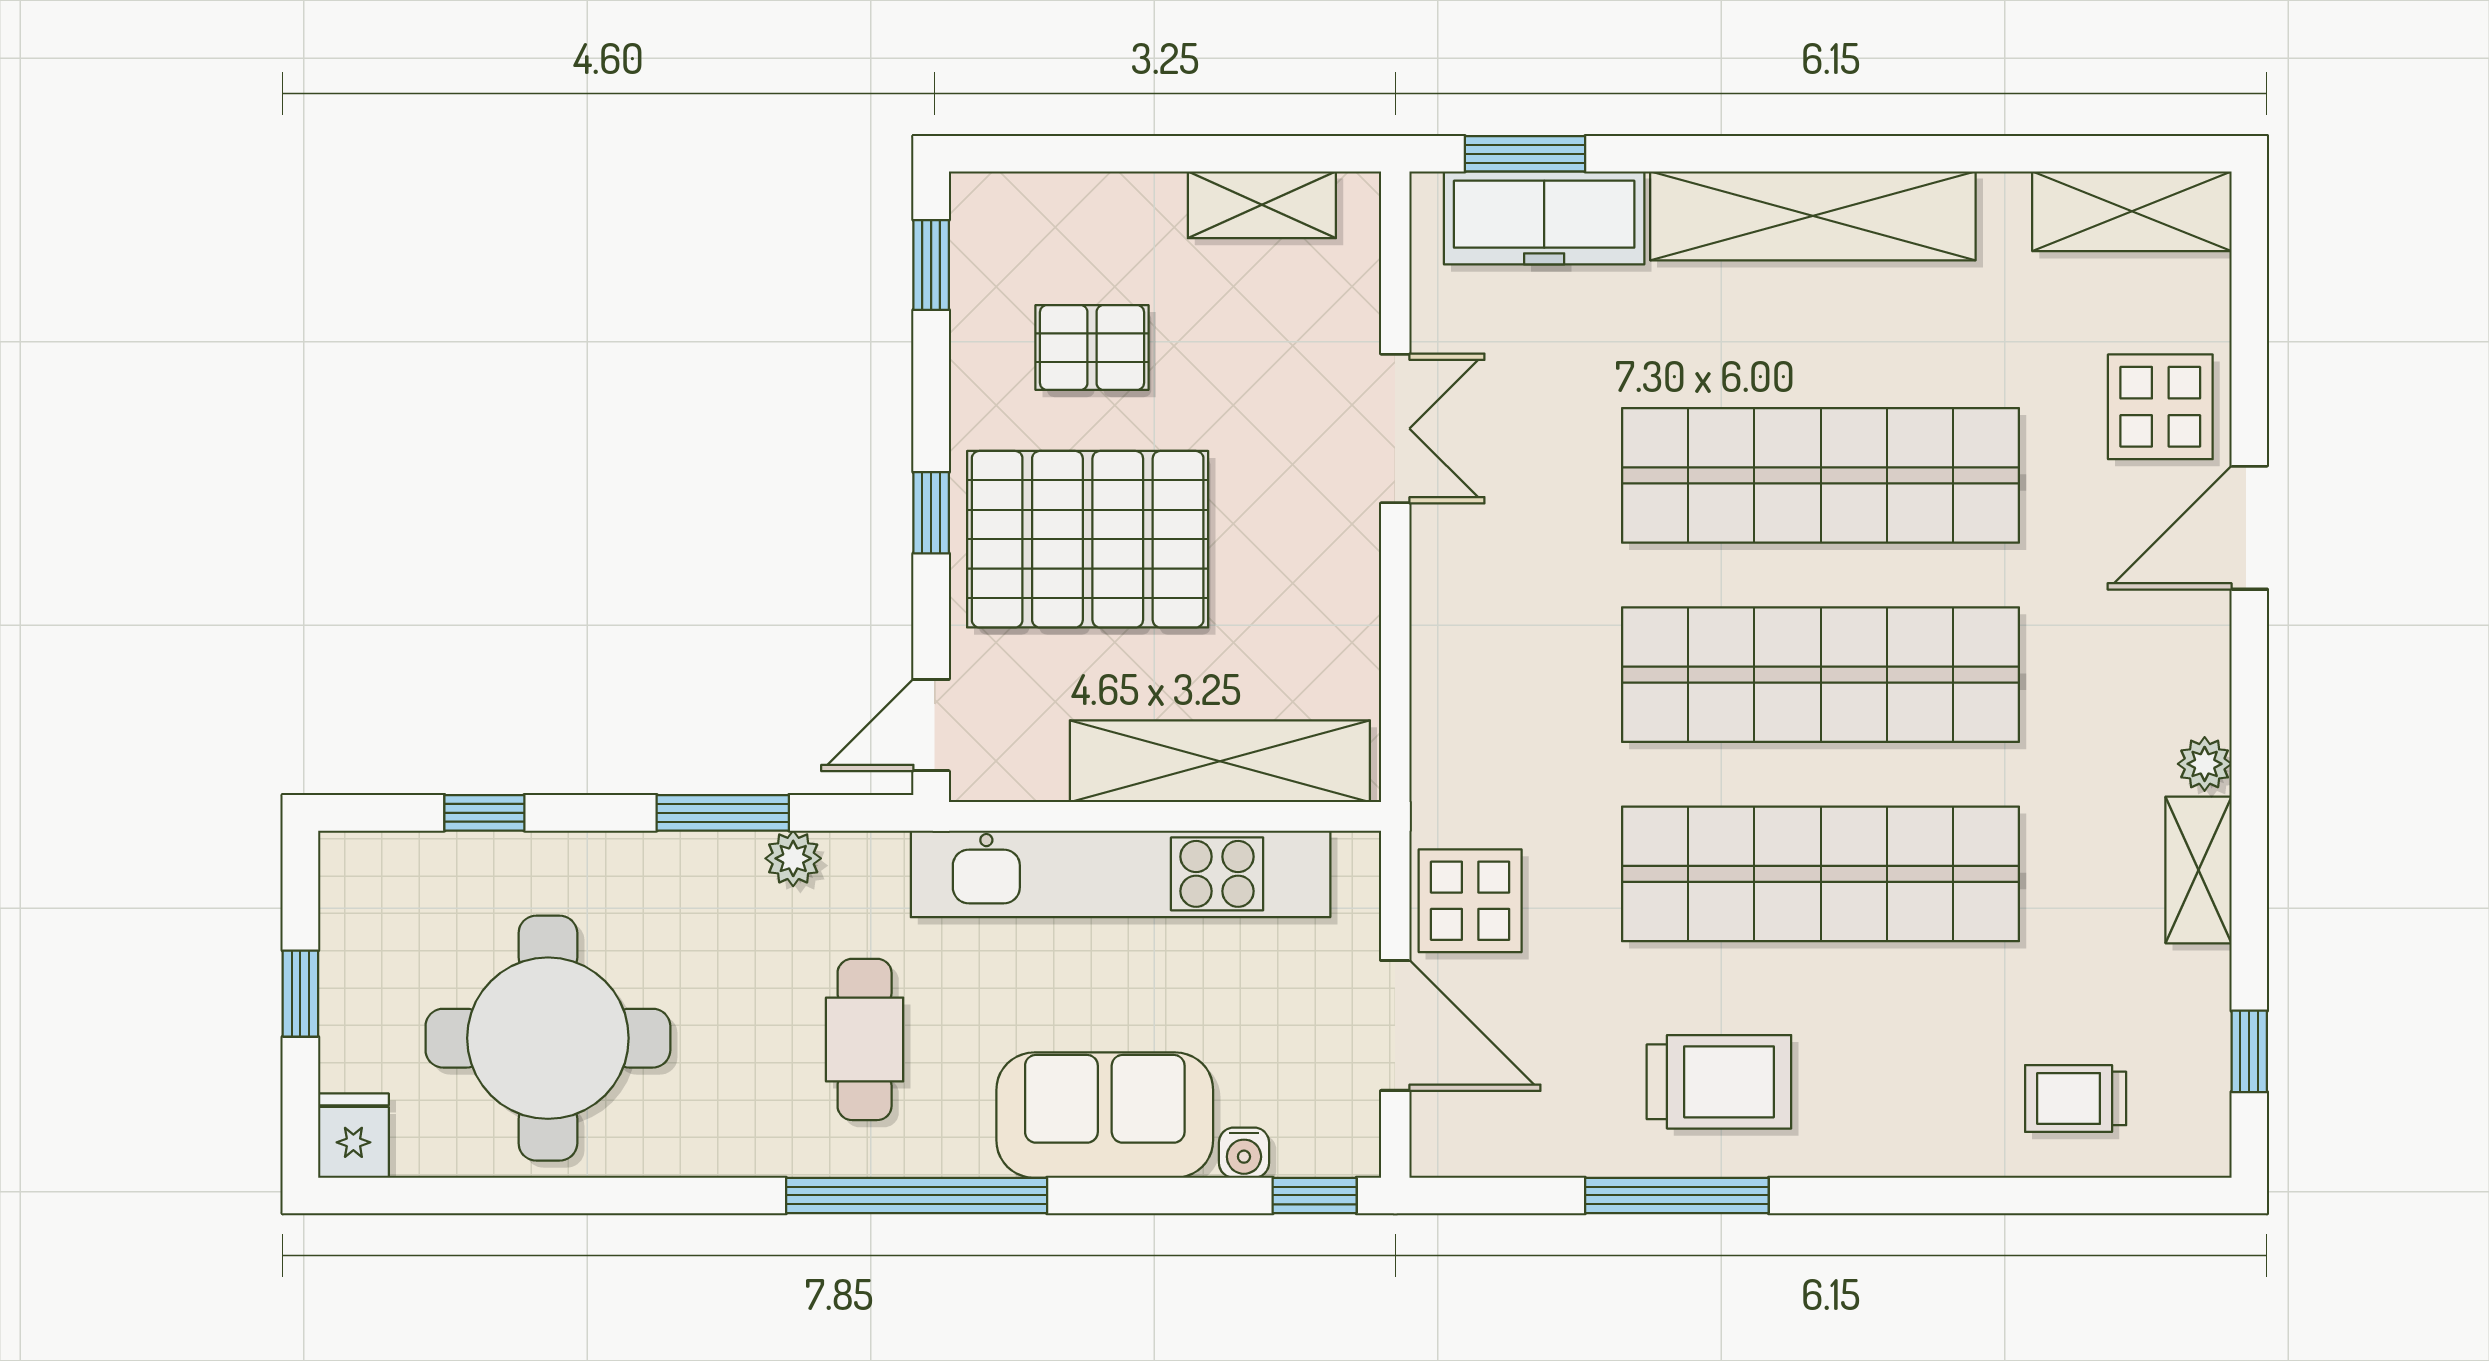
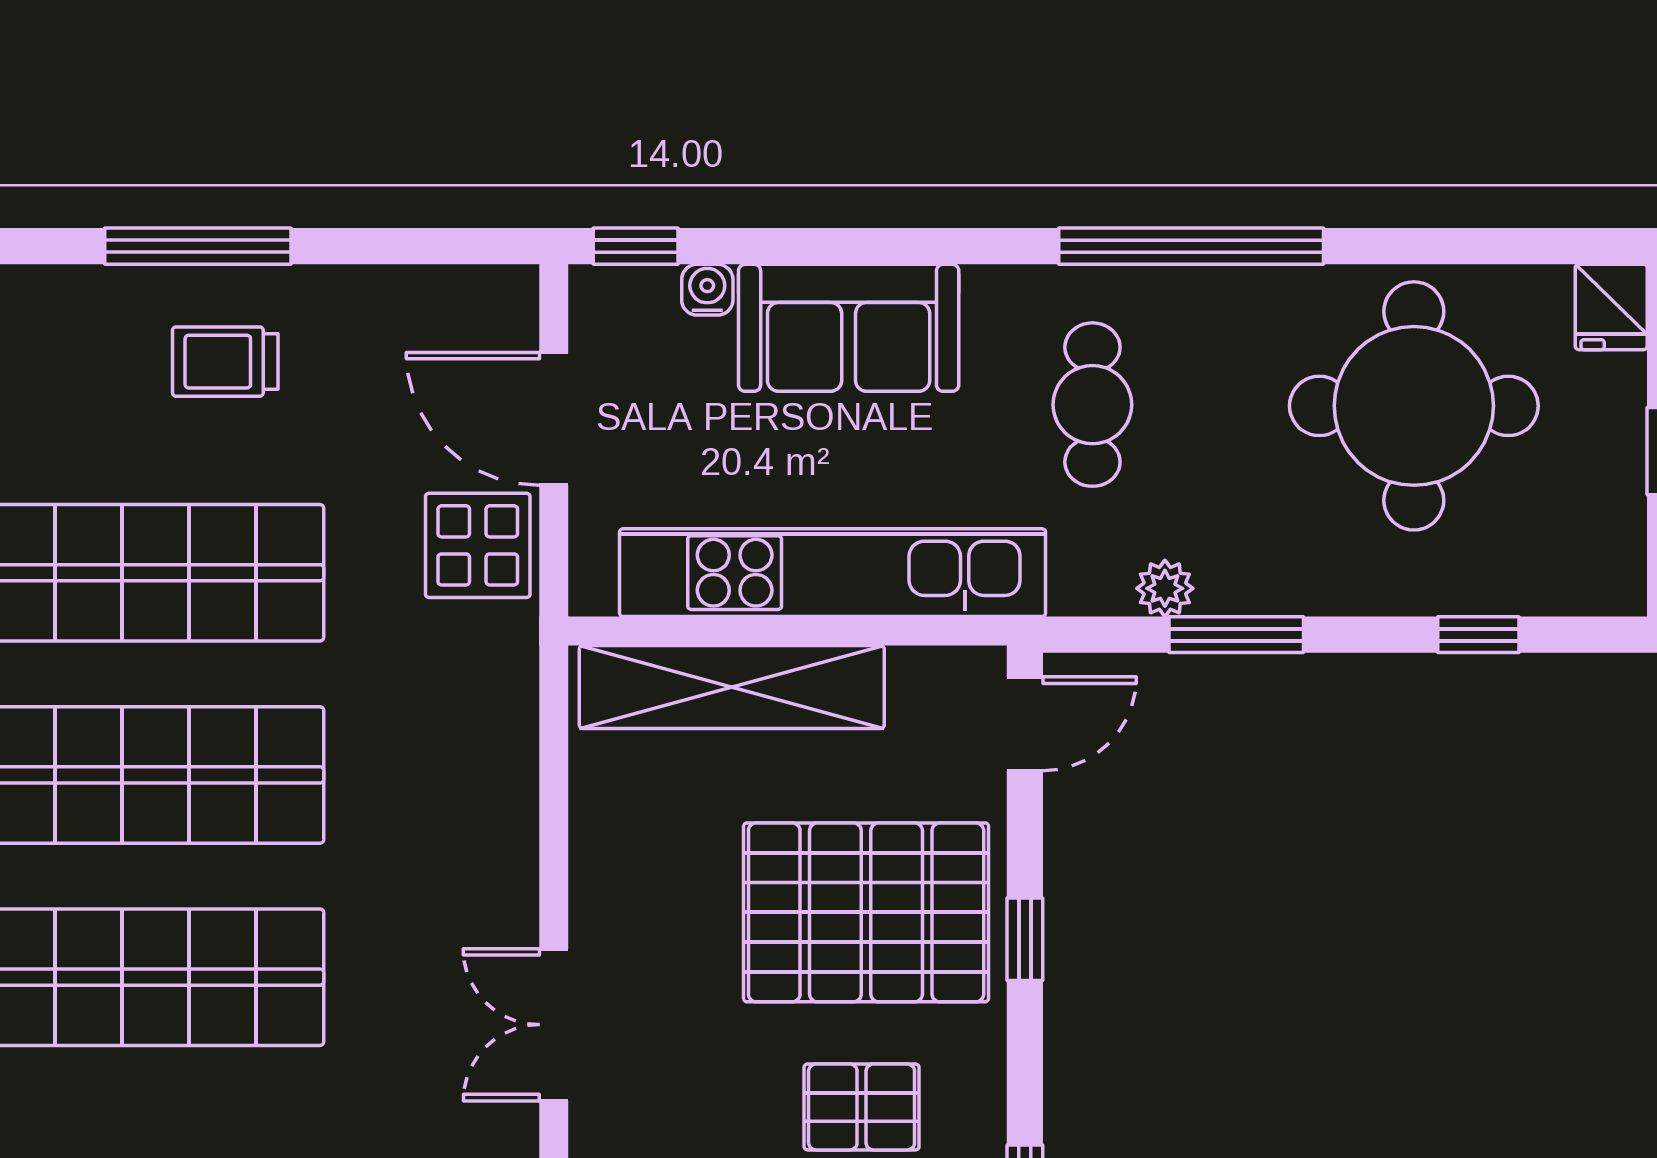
trolley: (1719, 1082) -> (225, 362), width x0.73, depth x0.72
window: (917, 1195) -> (1191, 246), moved
window: (1677, 1195) -> (198, 246), moved

